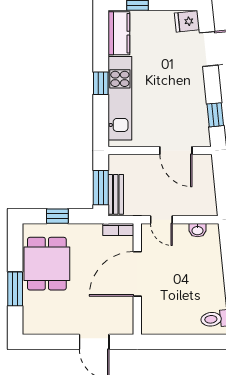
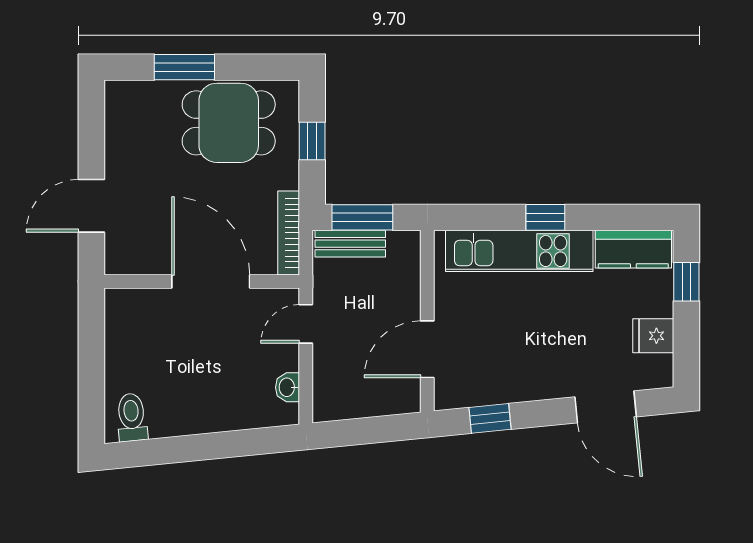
fridge: (187, 21) -> (653, 336), moved, turned -84
bookcase: (118, 230) -> (289, 233), width x1.56

